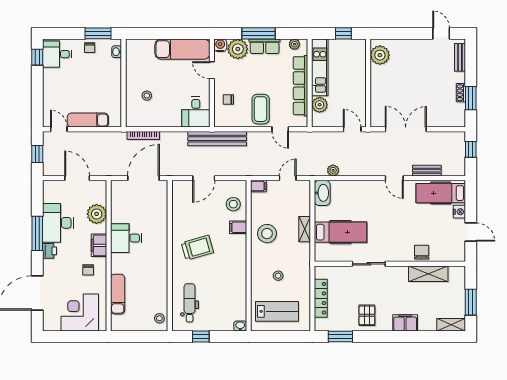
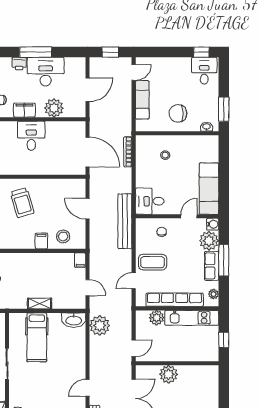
chair: (90, 48) -> (178, 113), moved, width x1.87, depth x1.87
plant: (380, 55) -> (169, 374), moved
plant: (333, 170) -> (100, 326), width x1.88, depth x1.88
stool: (267, 234) -> (35, 268), removed

